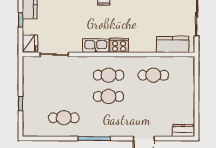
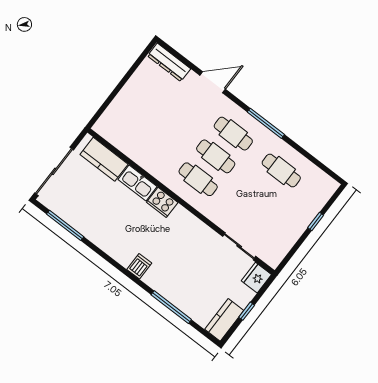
kitchen sink: (96, 46) -> (138, 183), moved
cafe table: (153, 75) -> (233, 134), moved
dresser: (183, 130) -> (169, 62), width x1.44

